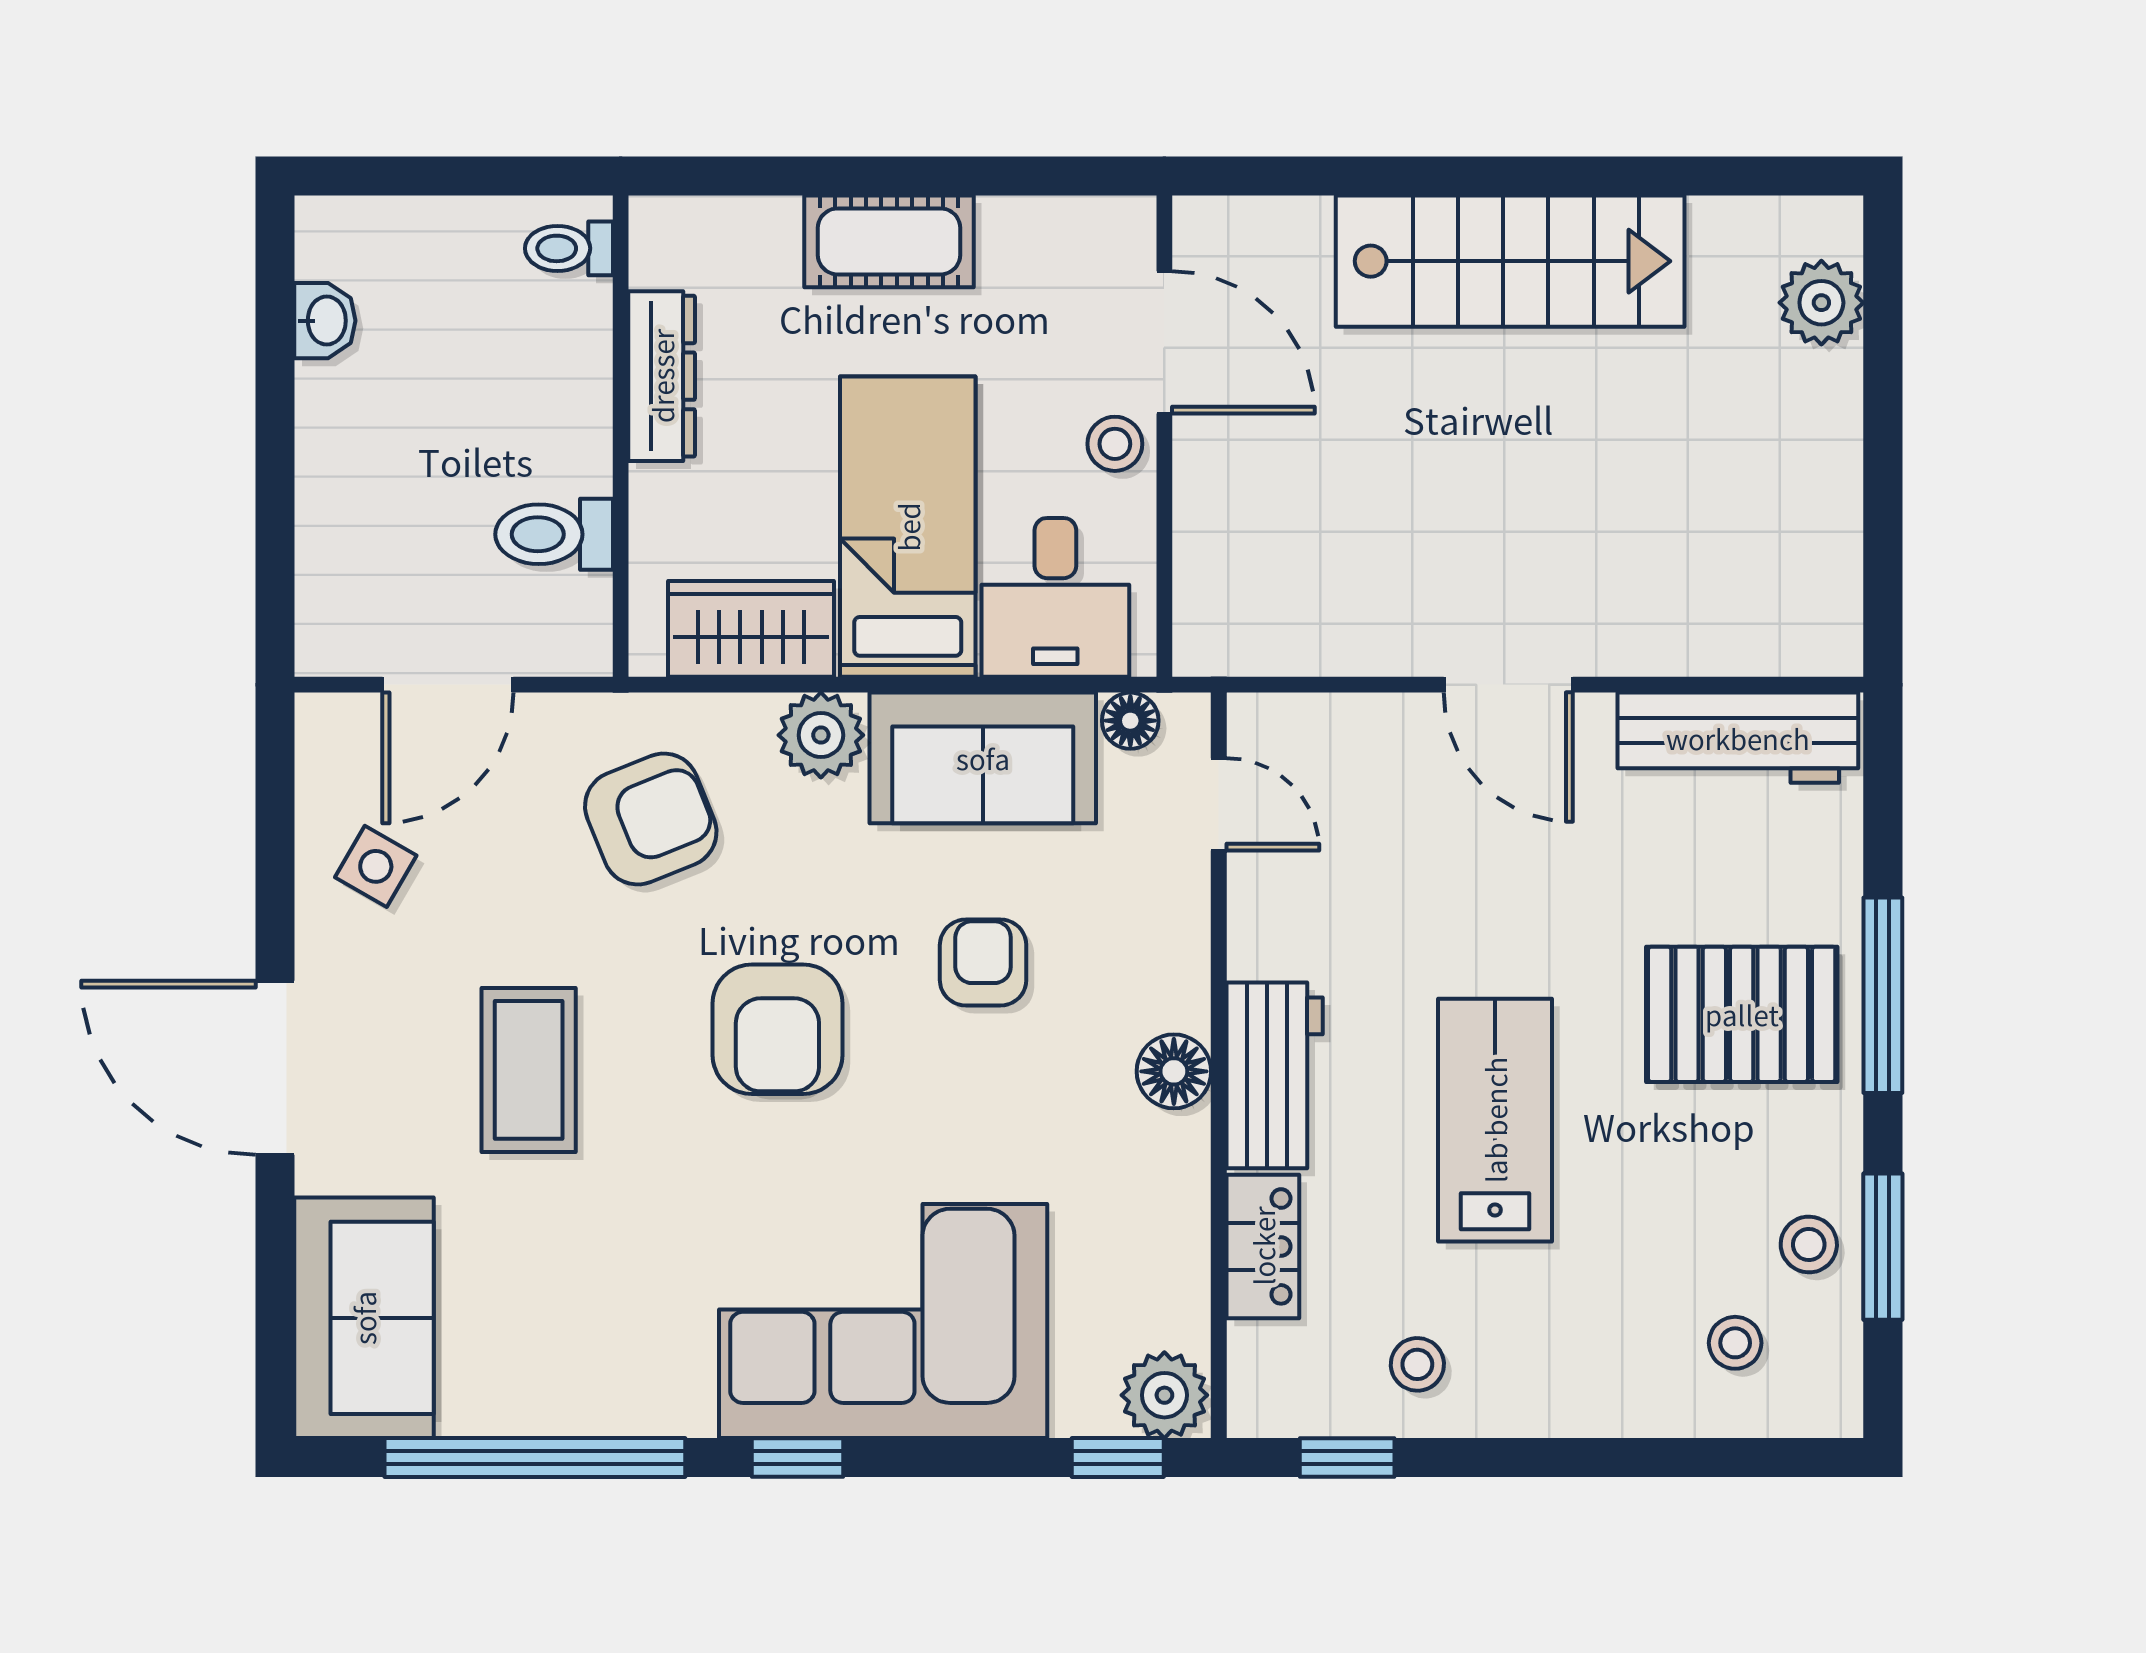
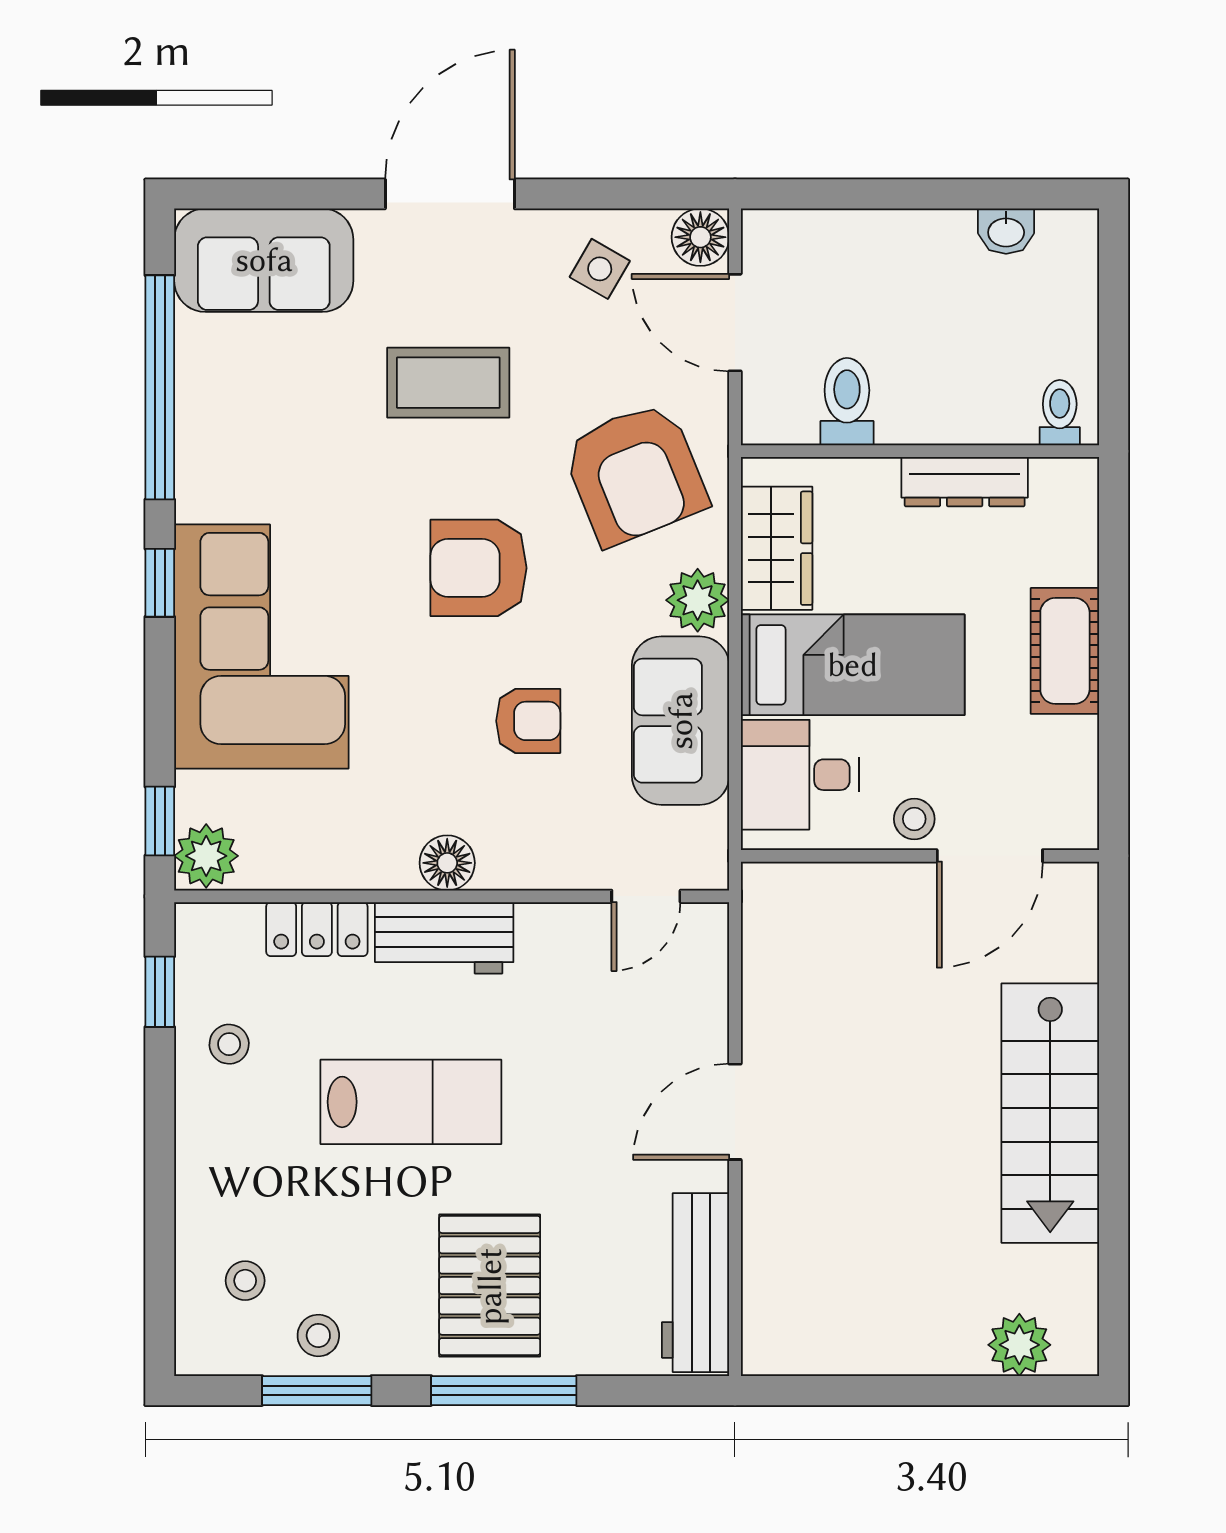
floor lamp: (1130, 721) -> (700, 237), moved, width x1.37, depth x1.37
armchair: (651, 819) -> (635, 474), width x1.36, depth x1.36

